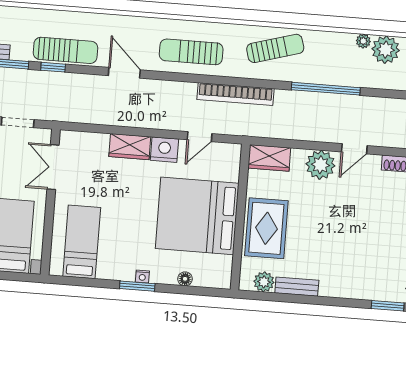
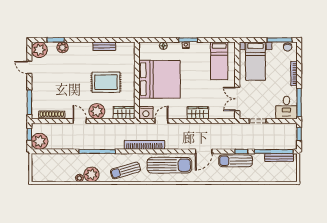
plant: (386, 50) -> (92, 174), moved
sun lounger: (191, 52) -> (169, 165), width x1.36, depth x1.34
door: (124, 73) -> (204, 151), hinge flipped
door: (354, 149) -> (80, 121), hinge flipped
nightstand: (164, 150) -> (146, 113), moved
double door: (53, 167) -> (237, 99), swing flipped
rug: (266, 228) -> (106, 82), moved, turned 90
plant: (264, 282) -> (62, 47), moved

